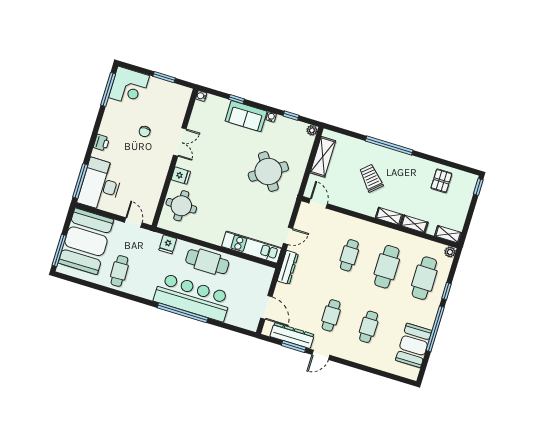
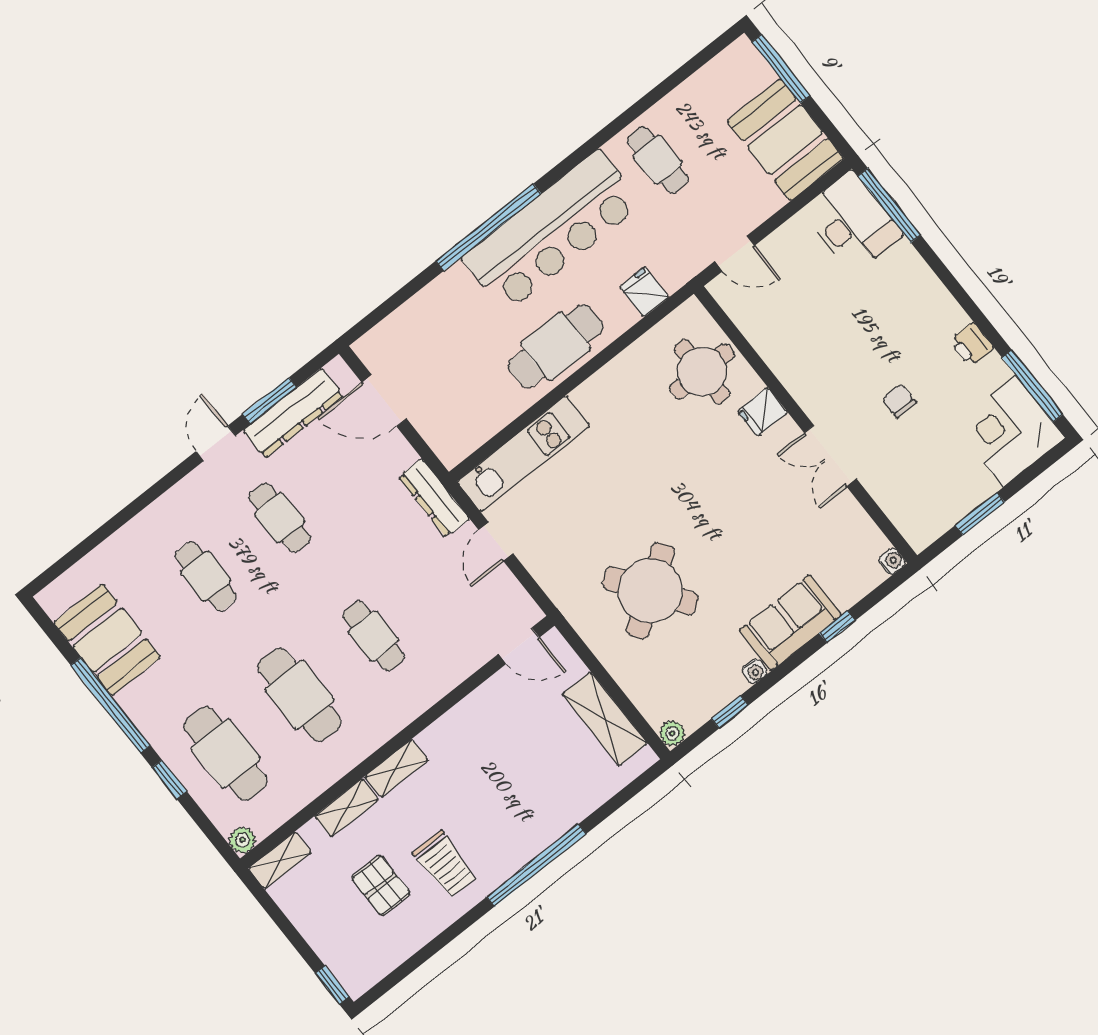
printer: (101, 143) -> (972, 345), moved
trolley: (371, 178) -> (445, 865), moved, turned 42
pallet: (441, 181) -> (381, 885), moved
desk: (101, 185) -> (852, 222), width x0.73, depth x0.77
booth: (86, 241) -> (785, 140), width x0.73, depth x0.70
bar counter: (192, 297) -> (552, 231), moved

